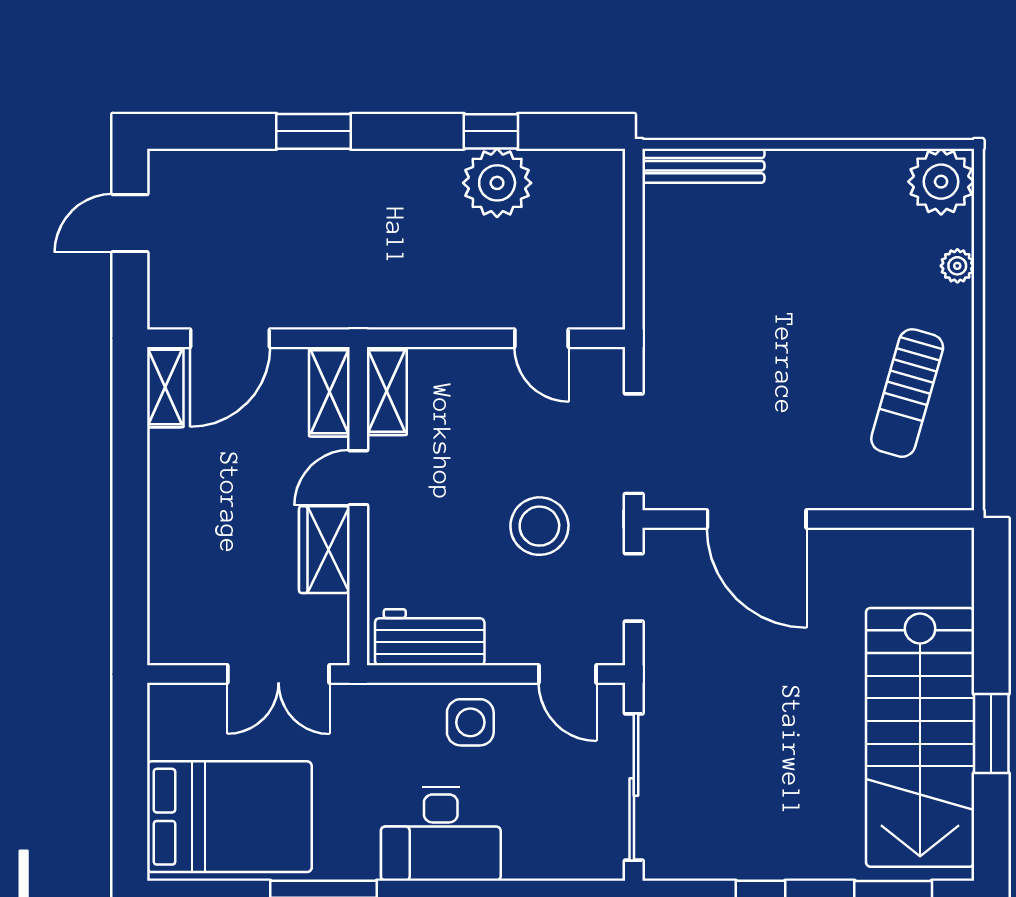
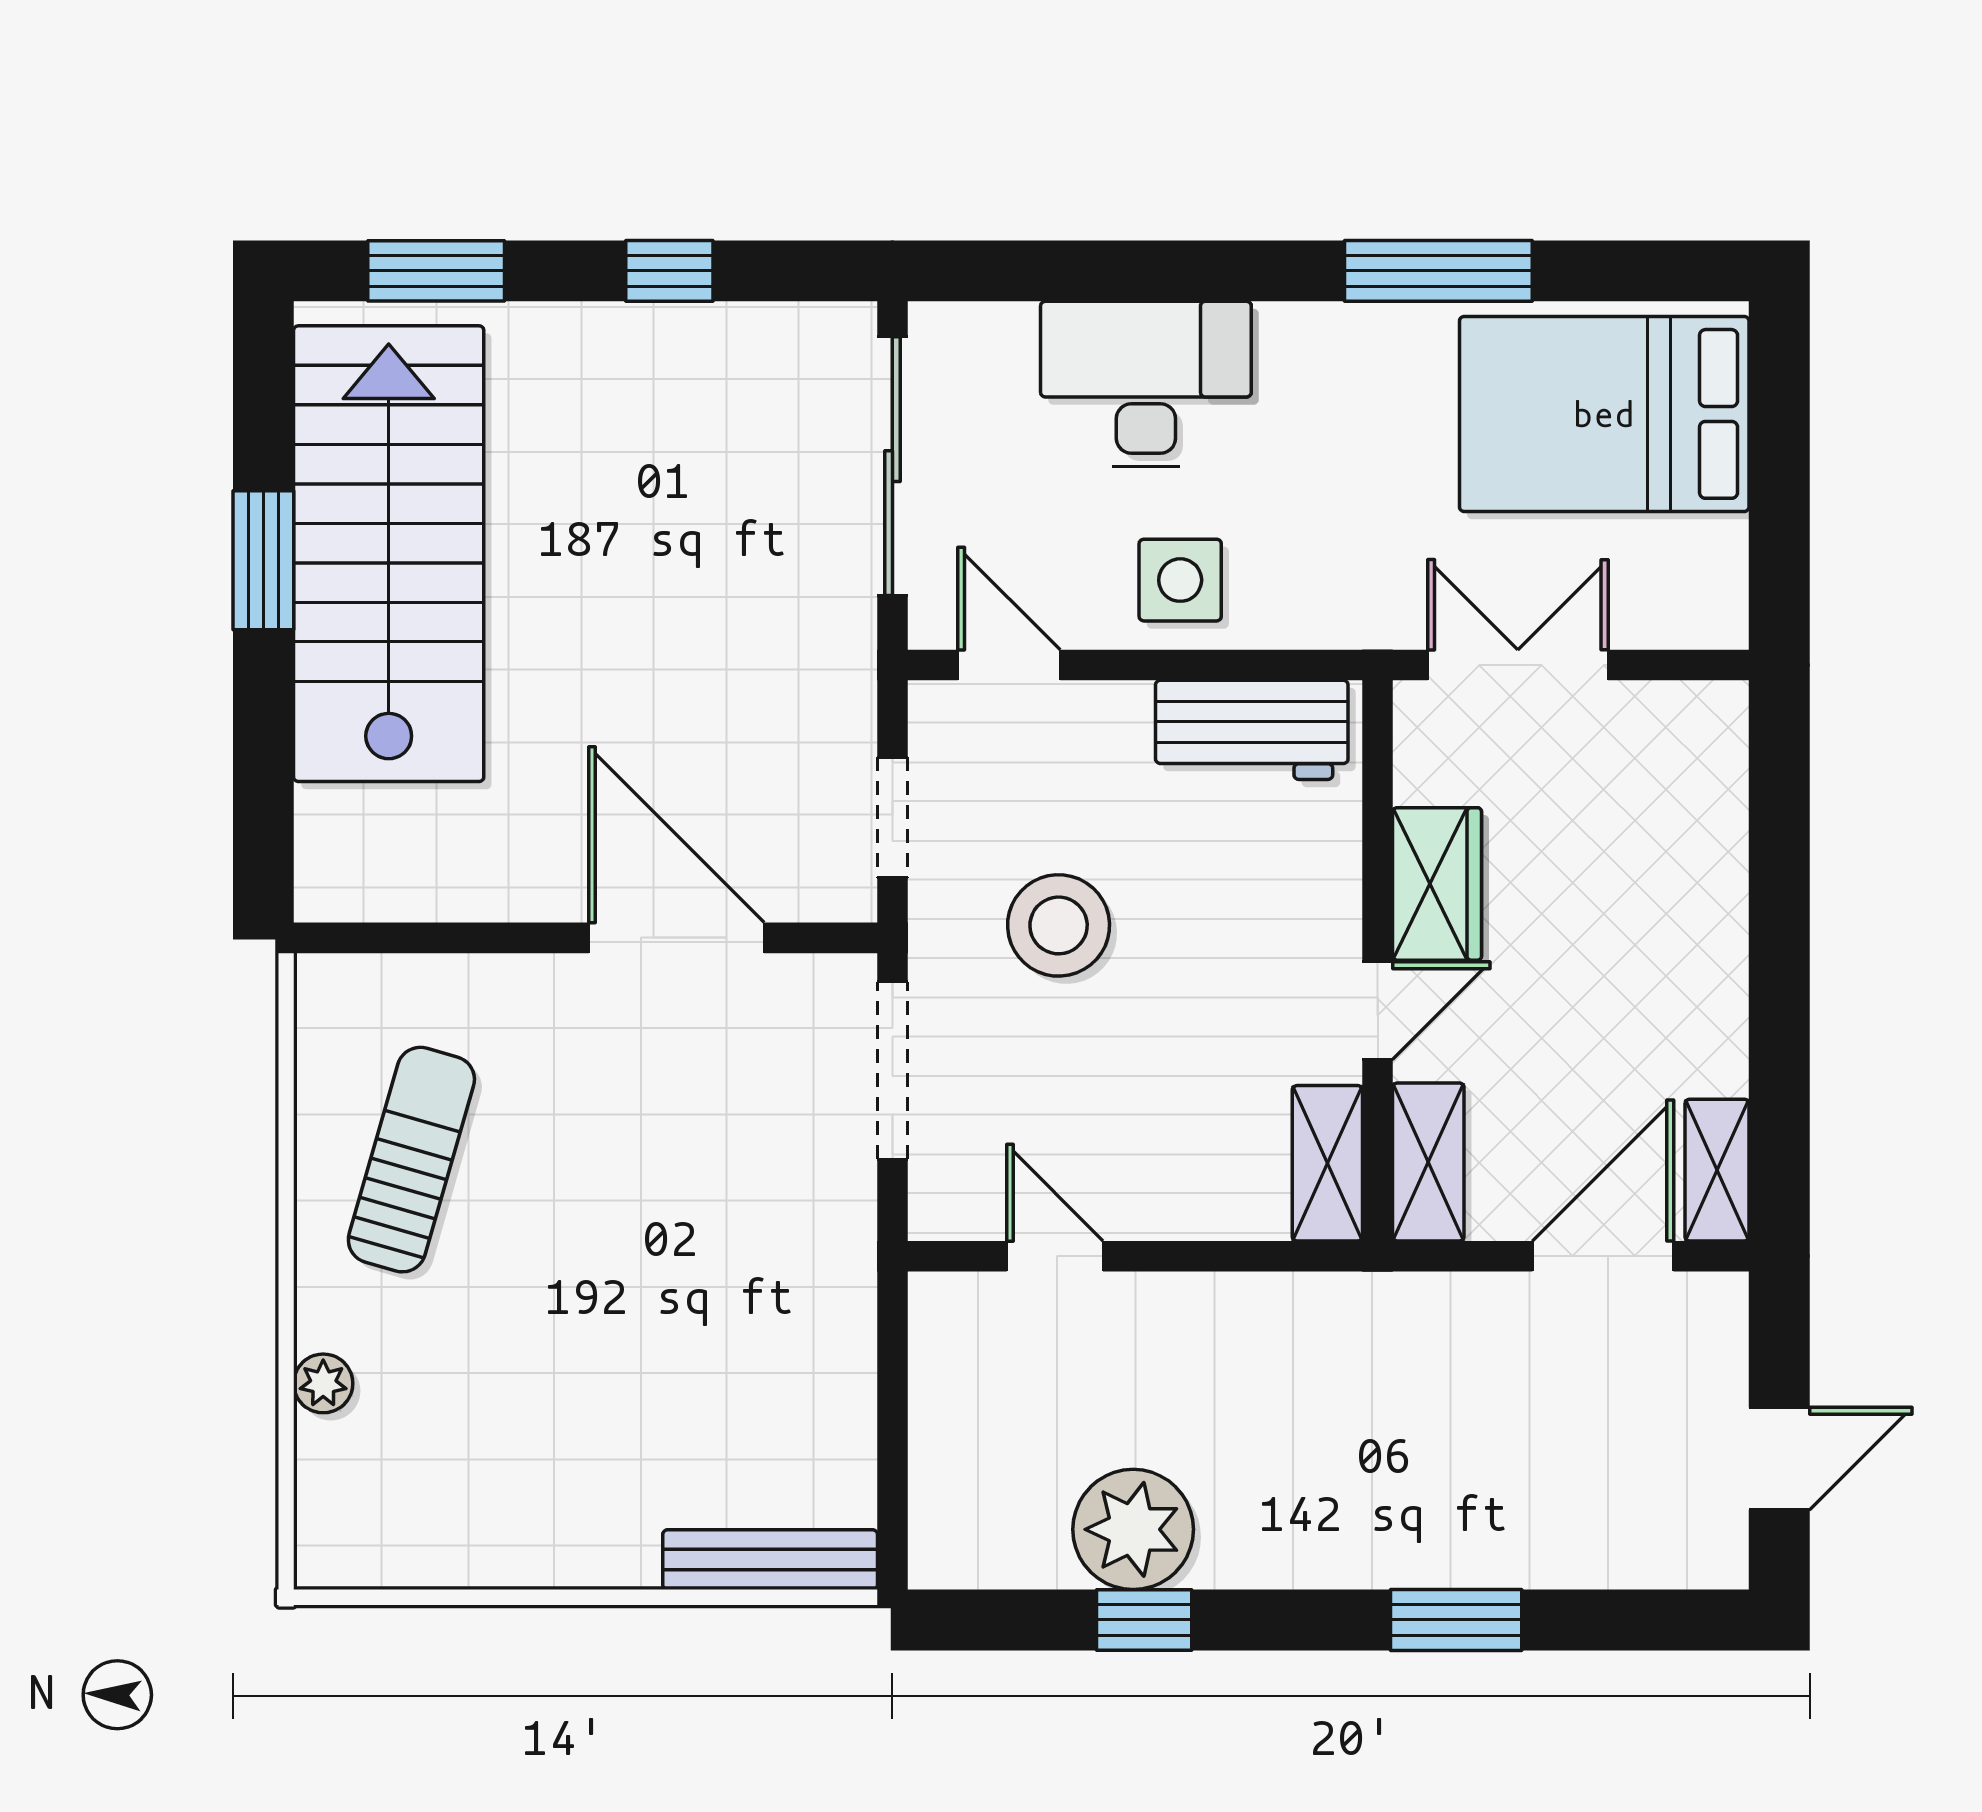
plant: (941, 182) -> (352, 1532), removed
desk: (441, 834) -> (1146, 384), moved

